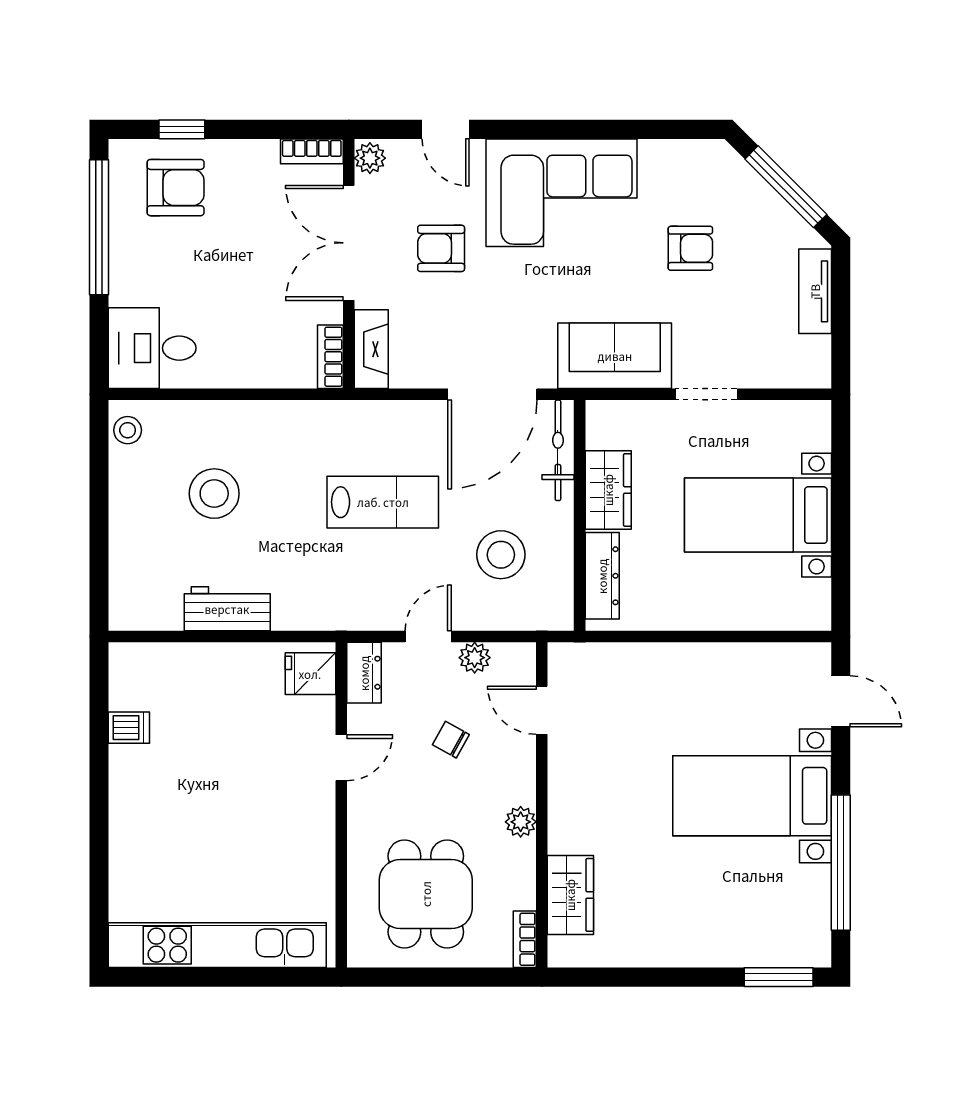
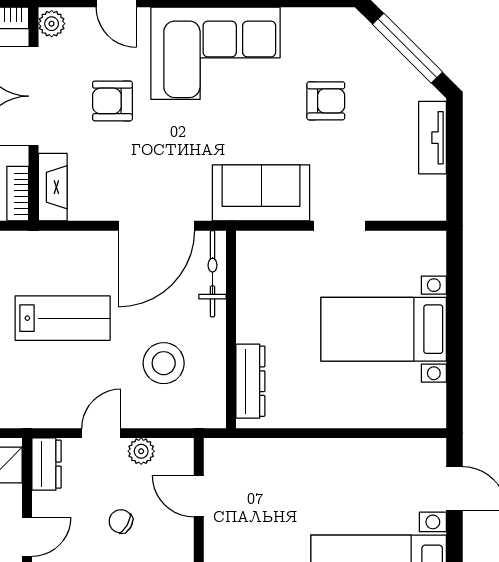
wardrobe: (608, 490) -> (255, 308), removed

